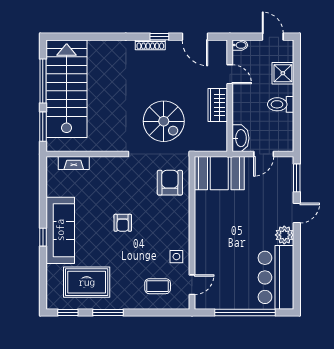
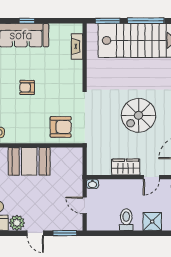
spiral stairs: (164, 121) -> (138, 115), moved
washbasin: (240, 138) -> (92, 184), width x0.52, depth x0.69
booth: (219, 173) -> (29, 161), moved, turned 90
window: (43, 237) -> (27, 21), moved

